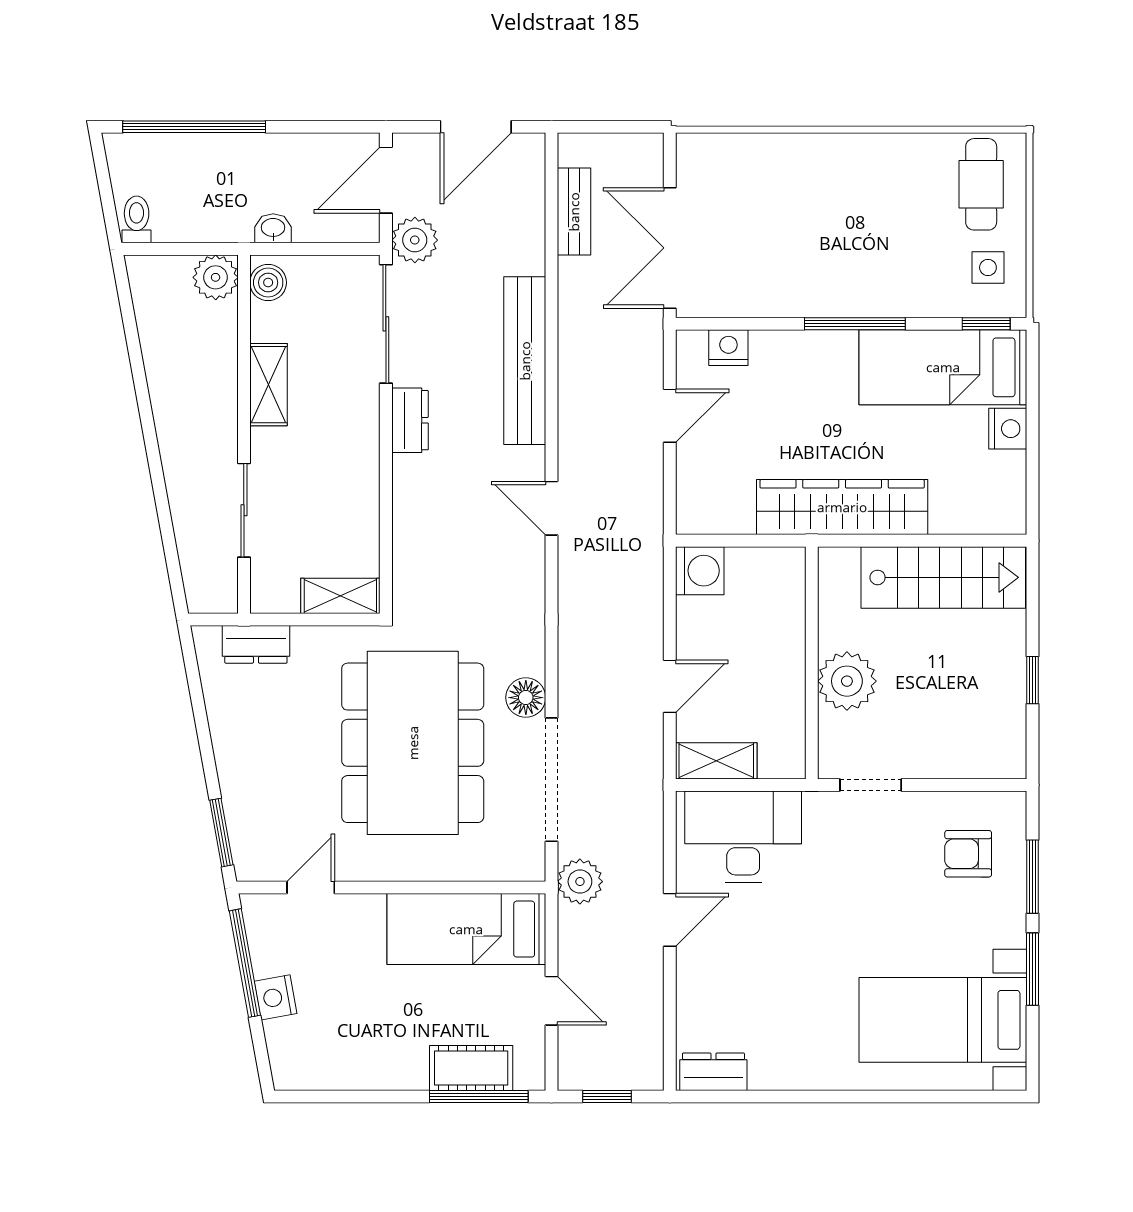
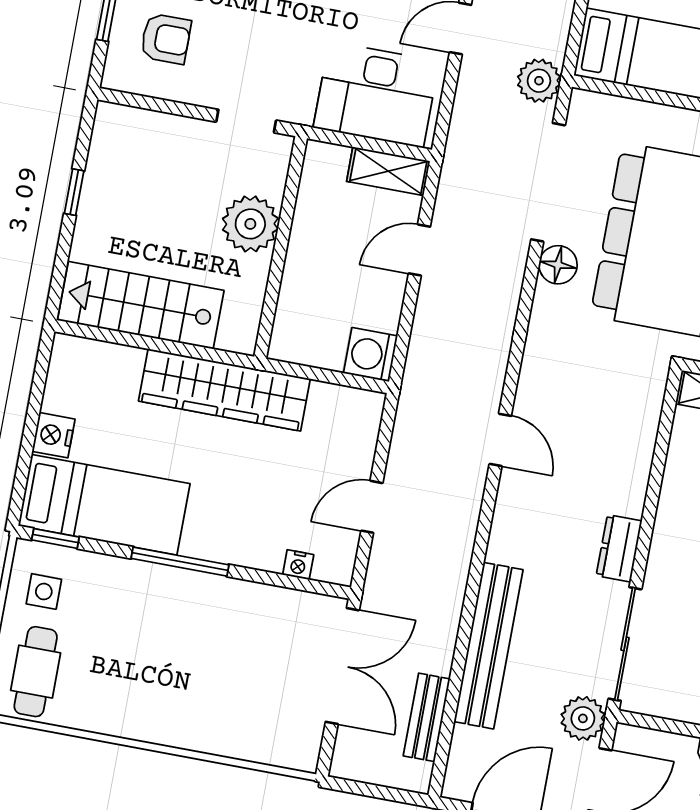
nightstand: (728, 348) -> (298, 565), width x0.72, depth x0.74
bench: (525, 361) -> (489, 646), moved

